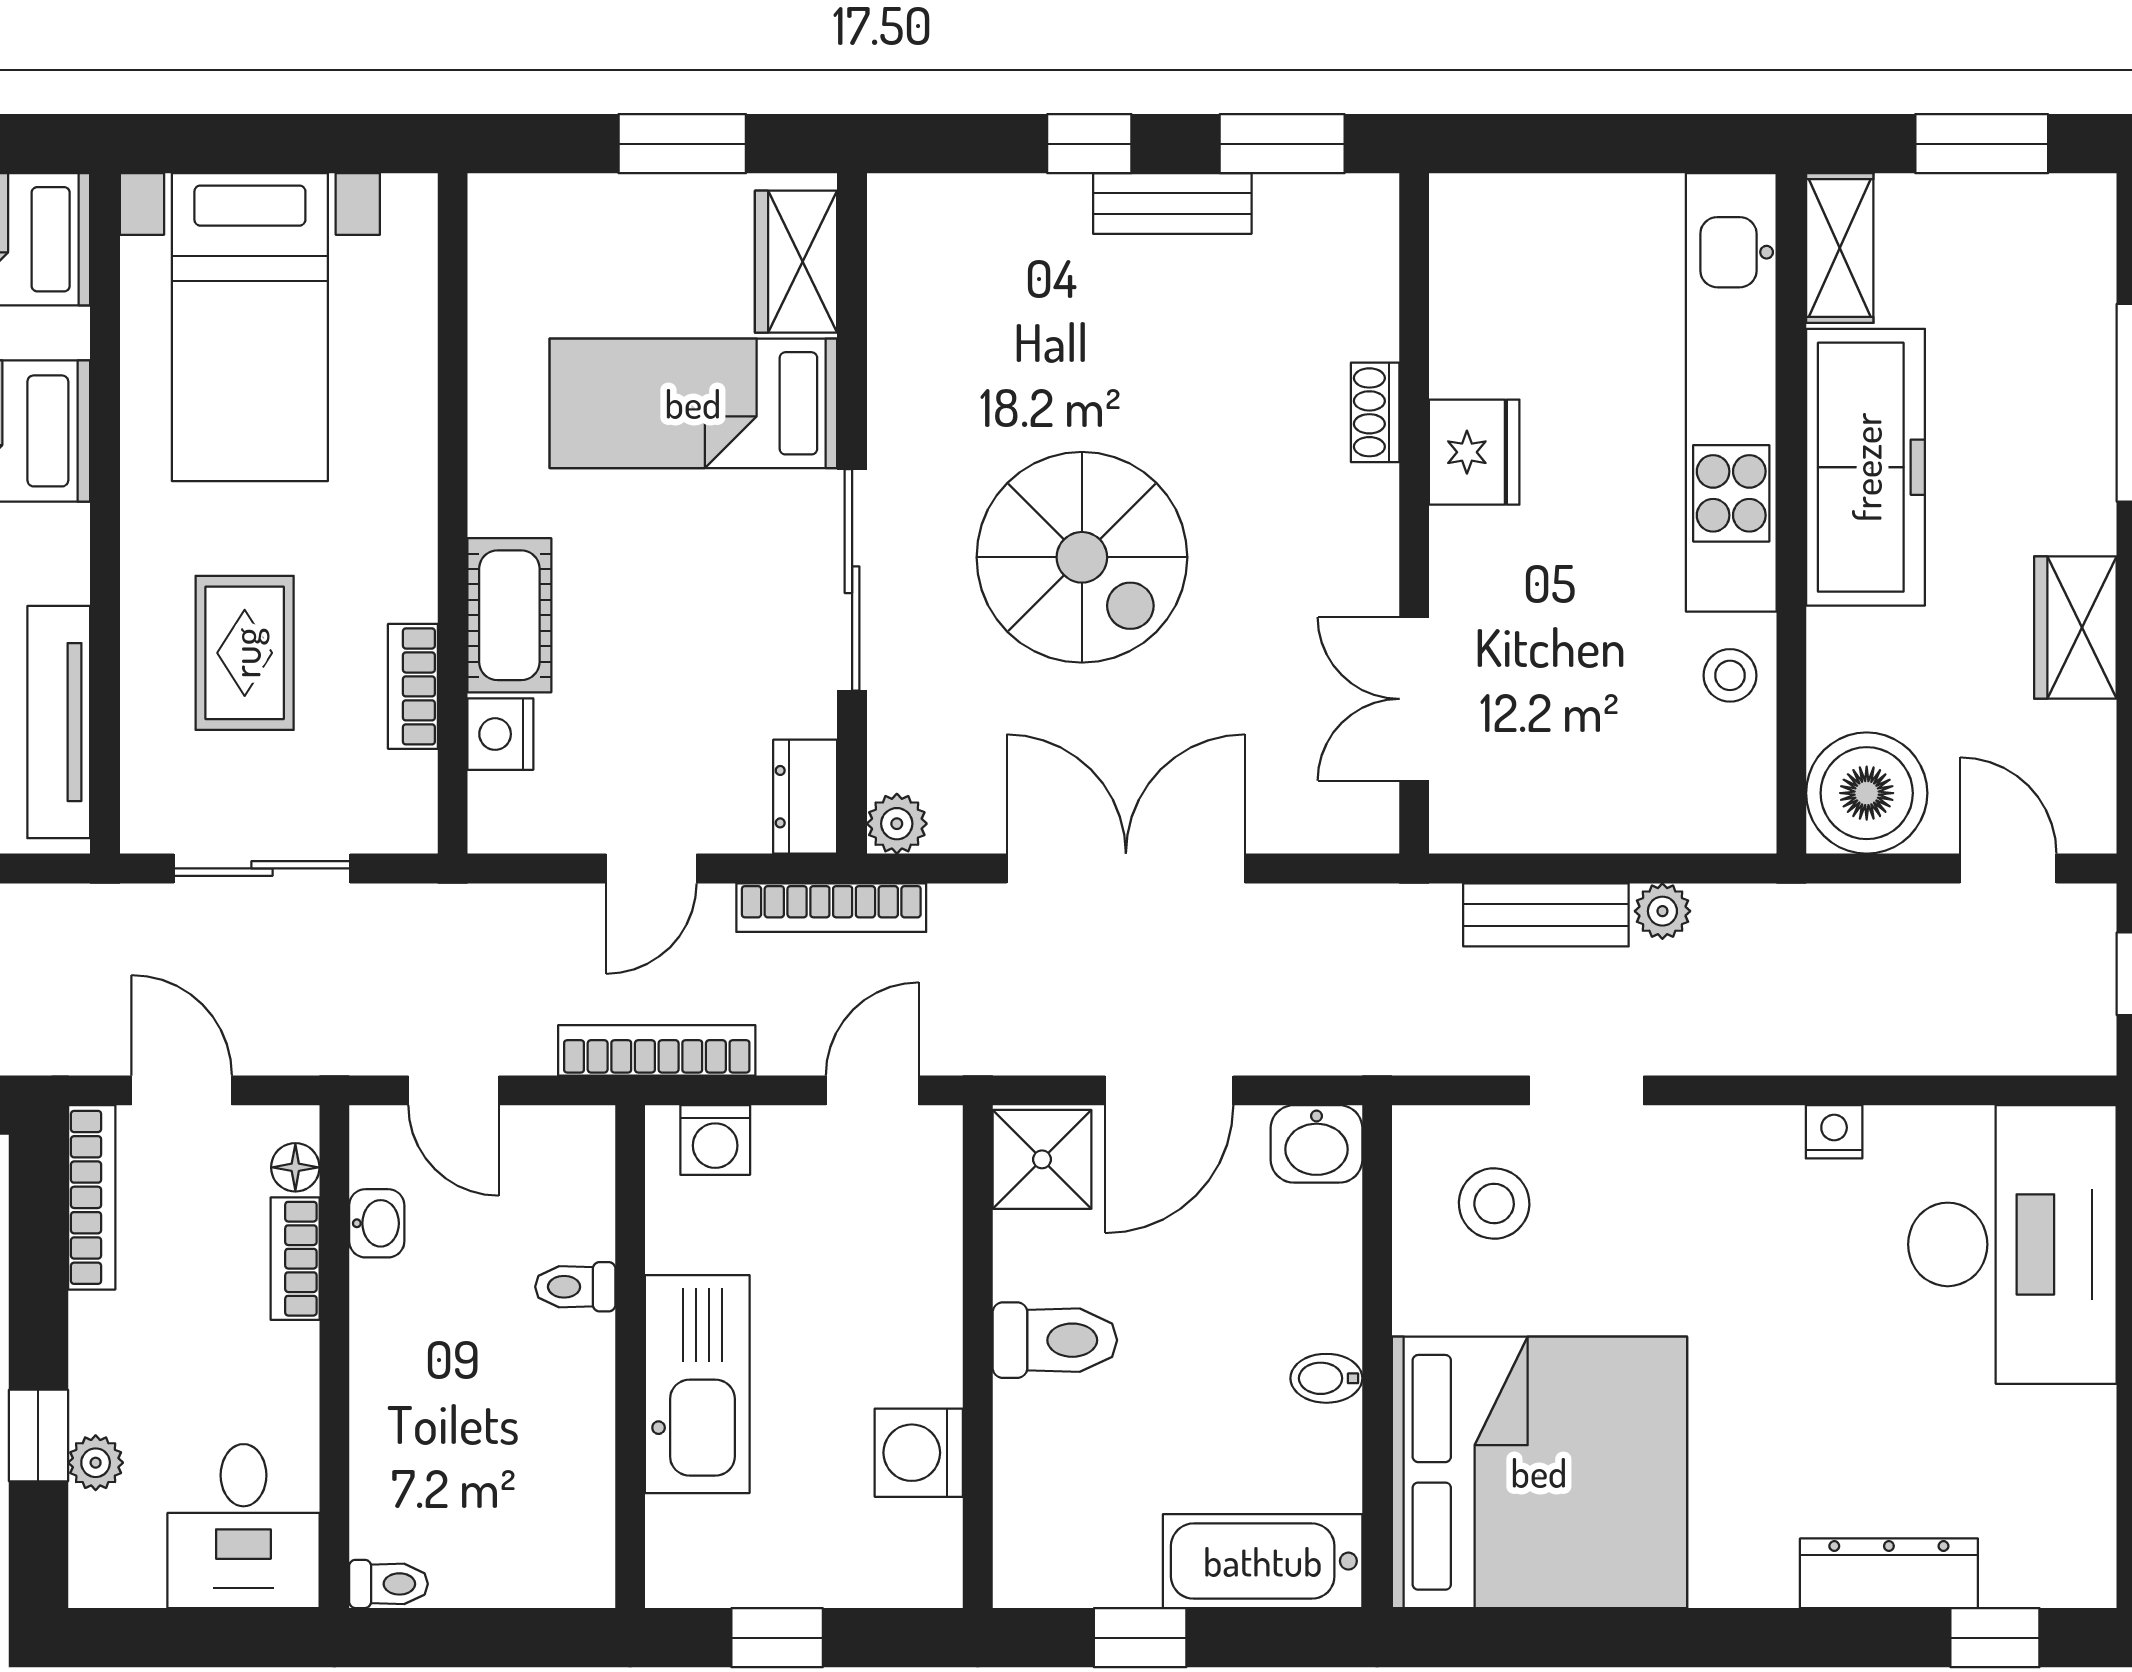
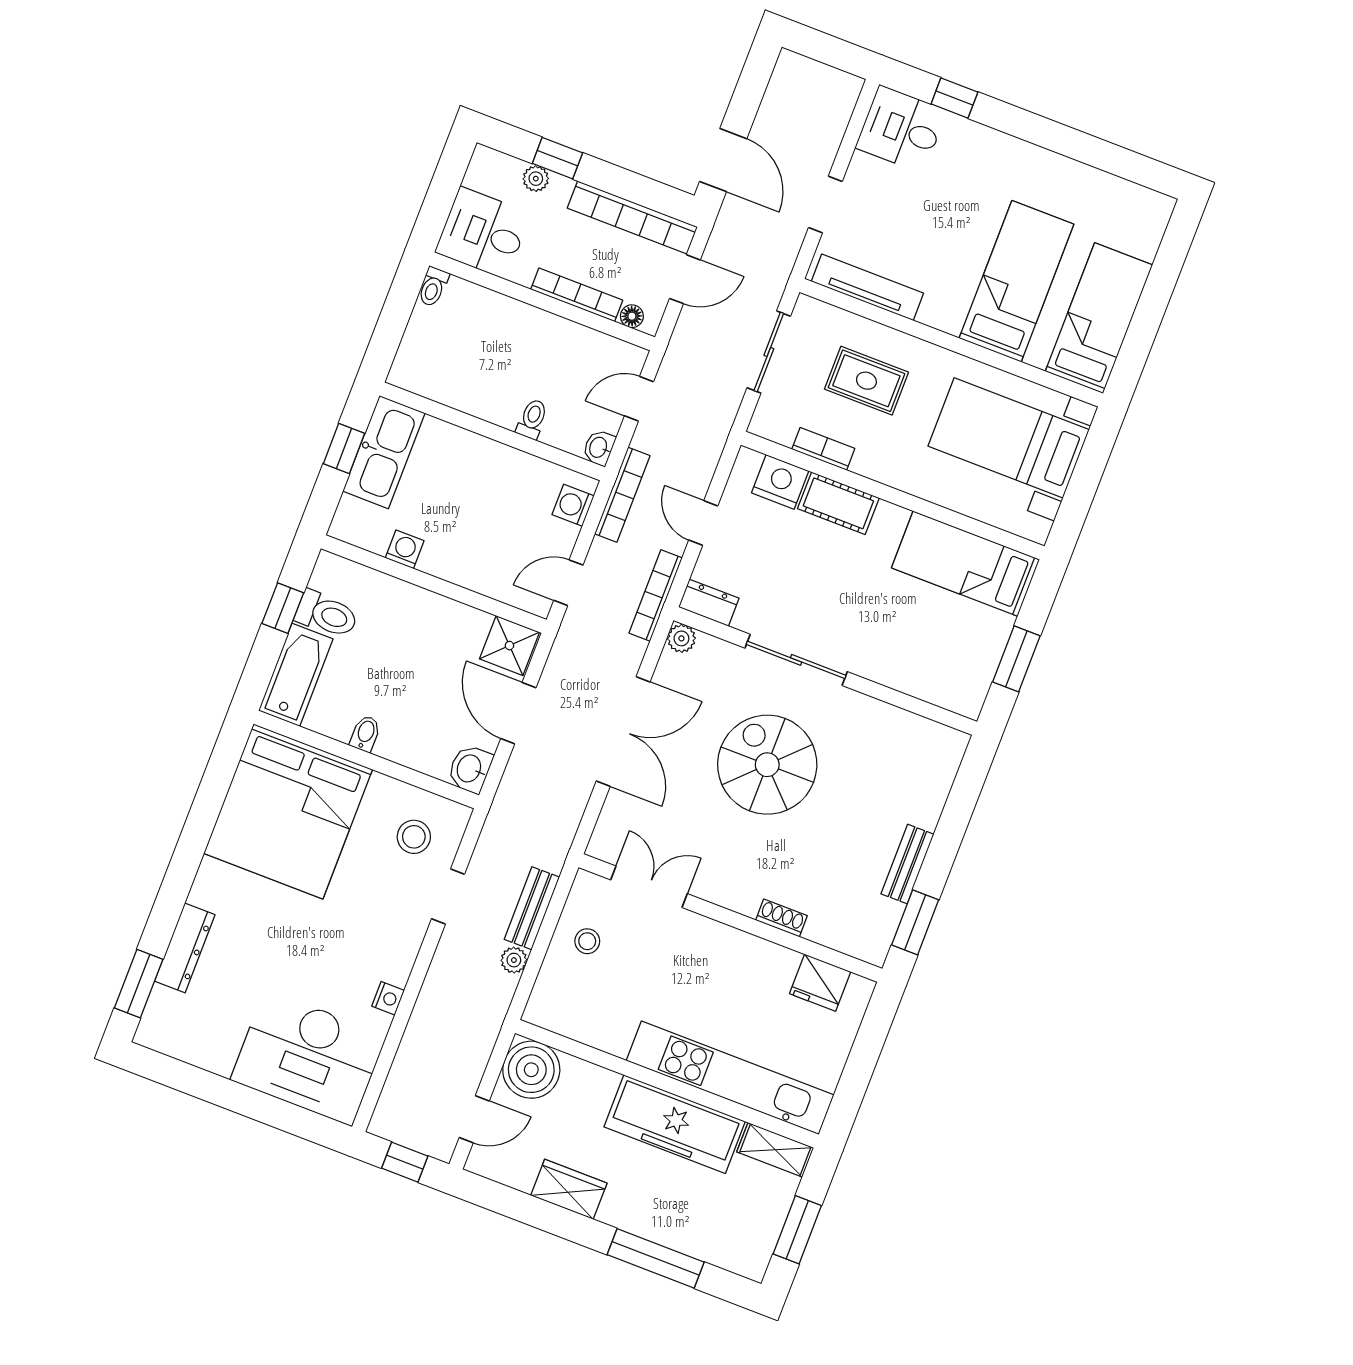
window: (1089, 144) -> (948, 838), removed
wardrobe: (796, 262) -> (945, 689), removed
bed: (693, 403) -> (966, 564), moved, turned -90
fridge: (1474, 452) -> (820, 983), moved
spiral stairs: (1082, 557) -> (767, 765), turned 90
stool: (1730, 675) -> (587, 941), moved
nightstand: (500, 734) -> (780, 482), width x1.36, depth x1.33
door: (872, 1090) -> (568, 583), swing flipped
bookcase: (92, 1197) -> (632, 217), width x1.48, depth x1.31
washbasin: (377, 1223) -> (599, 448), moved, turned 90
bookcase: (295, 1259) -> (577, 295), width x1.56
toilet: (1055, 1340) -> (327, 614), moved, turned -90
kitchen sink: (697, 1384) -> (384, 452), moved, turned -90
washing machine: (919, 1453) -> (405, 549), width x0.73, depth x0.73
window: (1995, 1638) -> (139, 984), width x1.50

